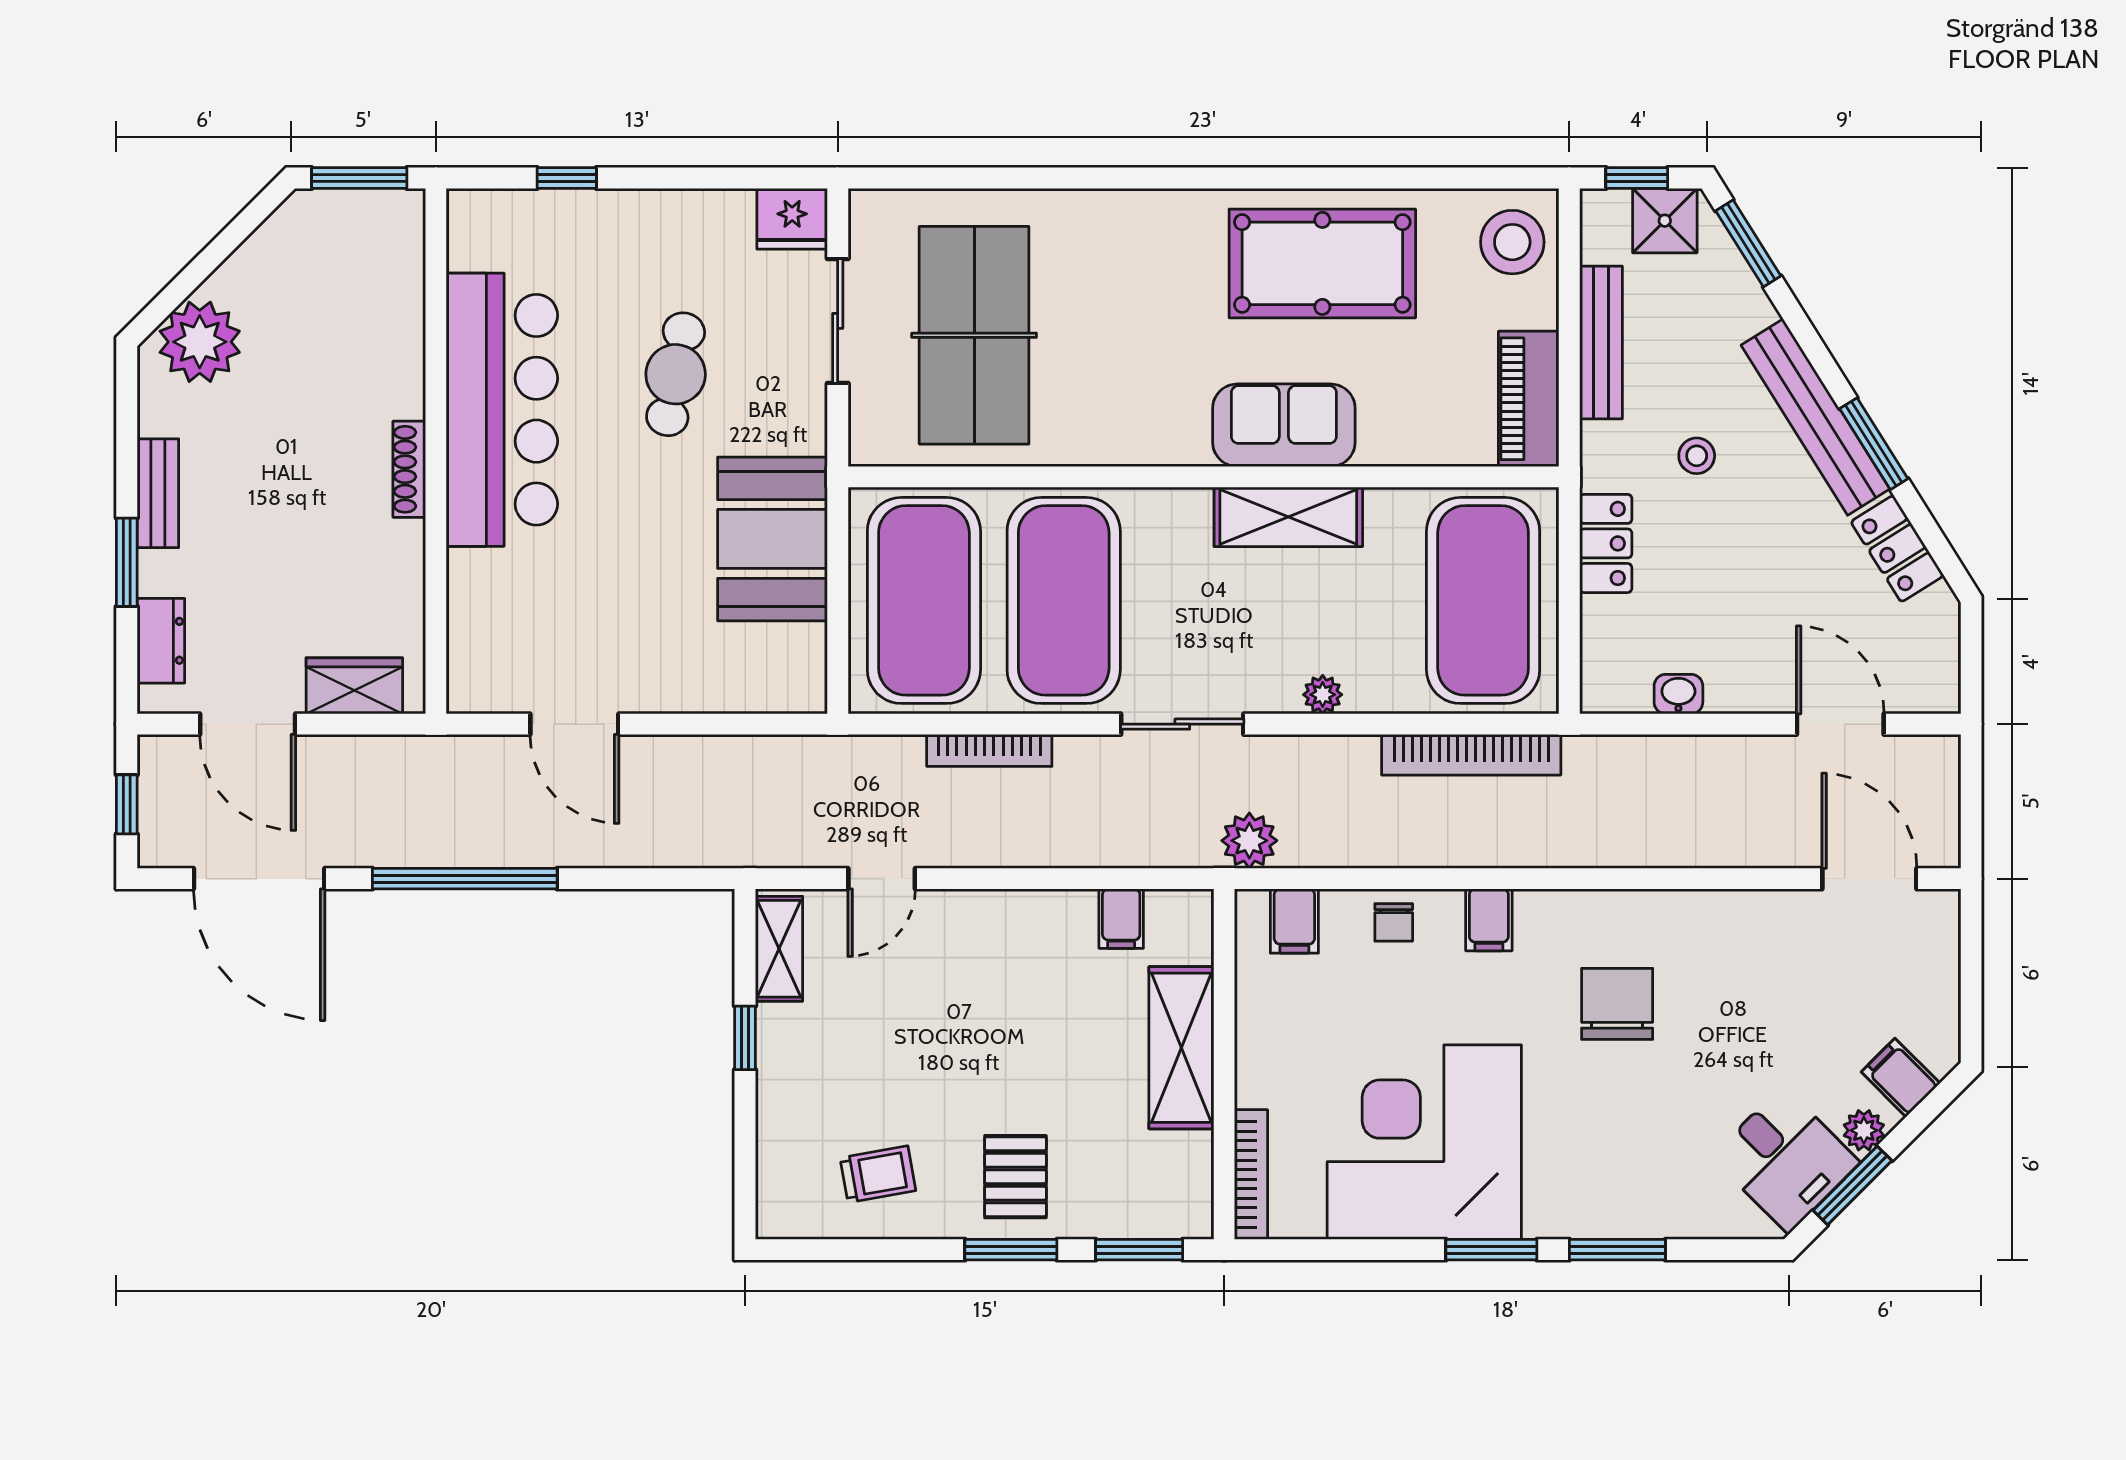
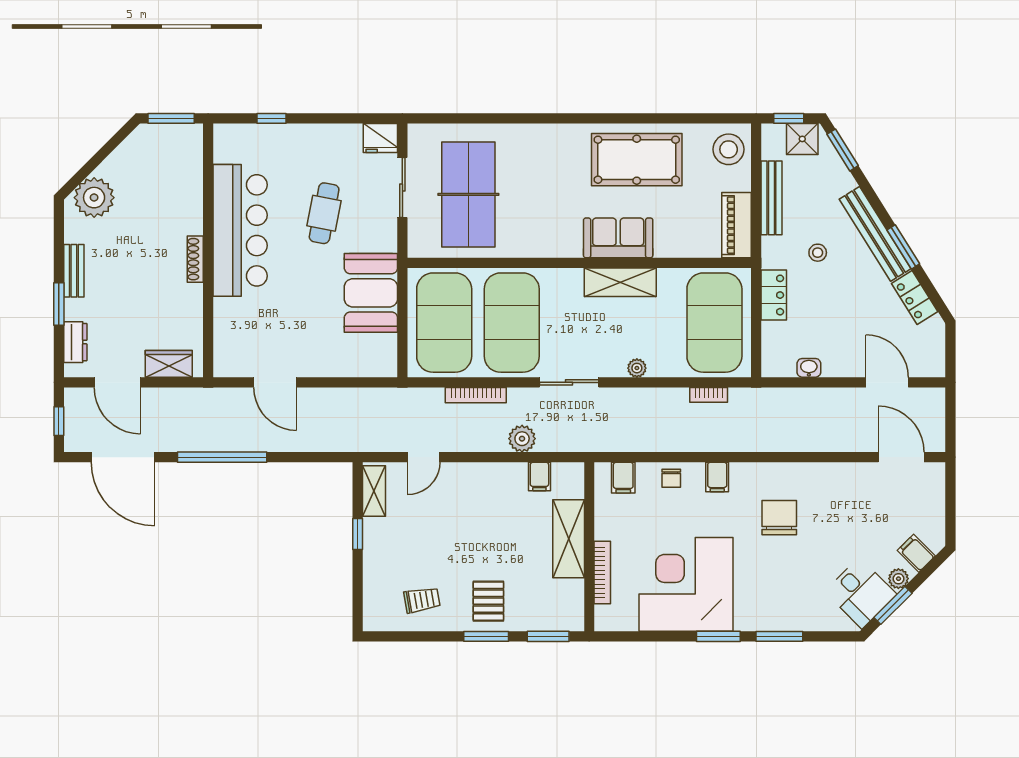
bookcase: (1471, 755) -> (709, 395), width x0.43, depth x0.76
plant: (1249, 841) -> (522, 439), moved
bookcase: (1251, 1174) -> (602, 572), moved

